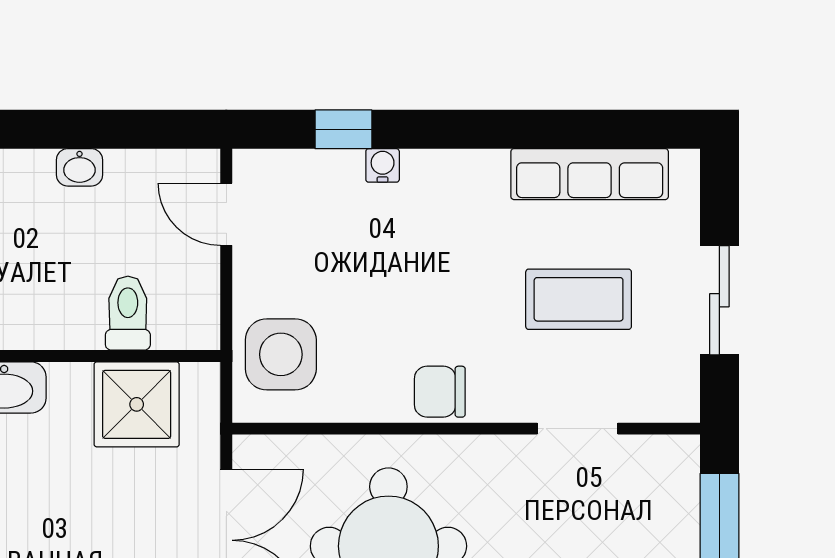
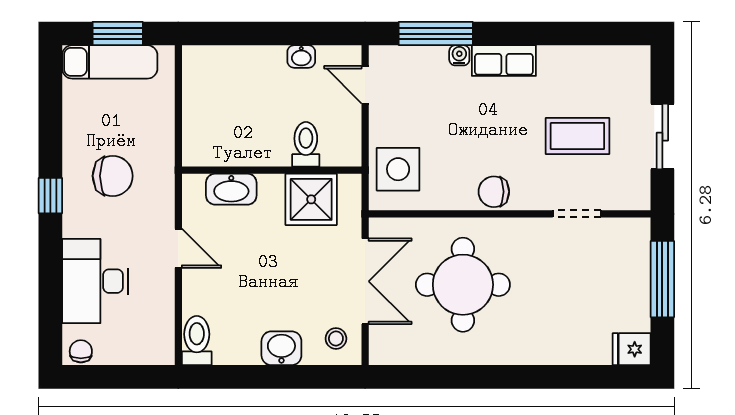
window: (343, 129) -> (436, 34), width x2.17
washbasin: (79, 167) -> (301, 56), moved
row of seats: (590, 174) -> (504, 61), moved, width x0.68

